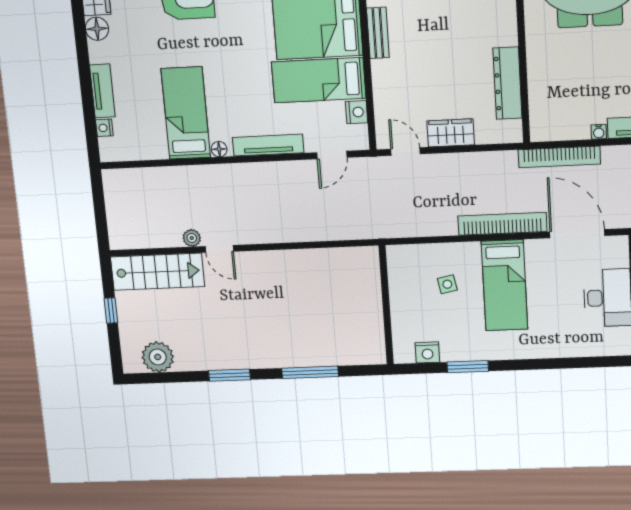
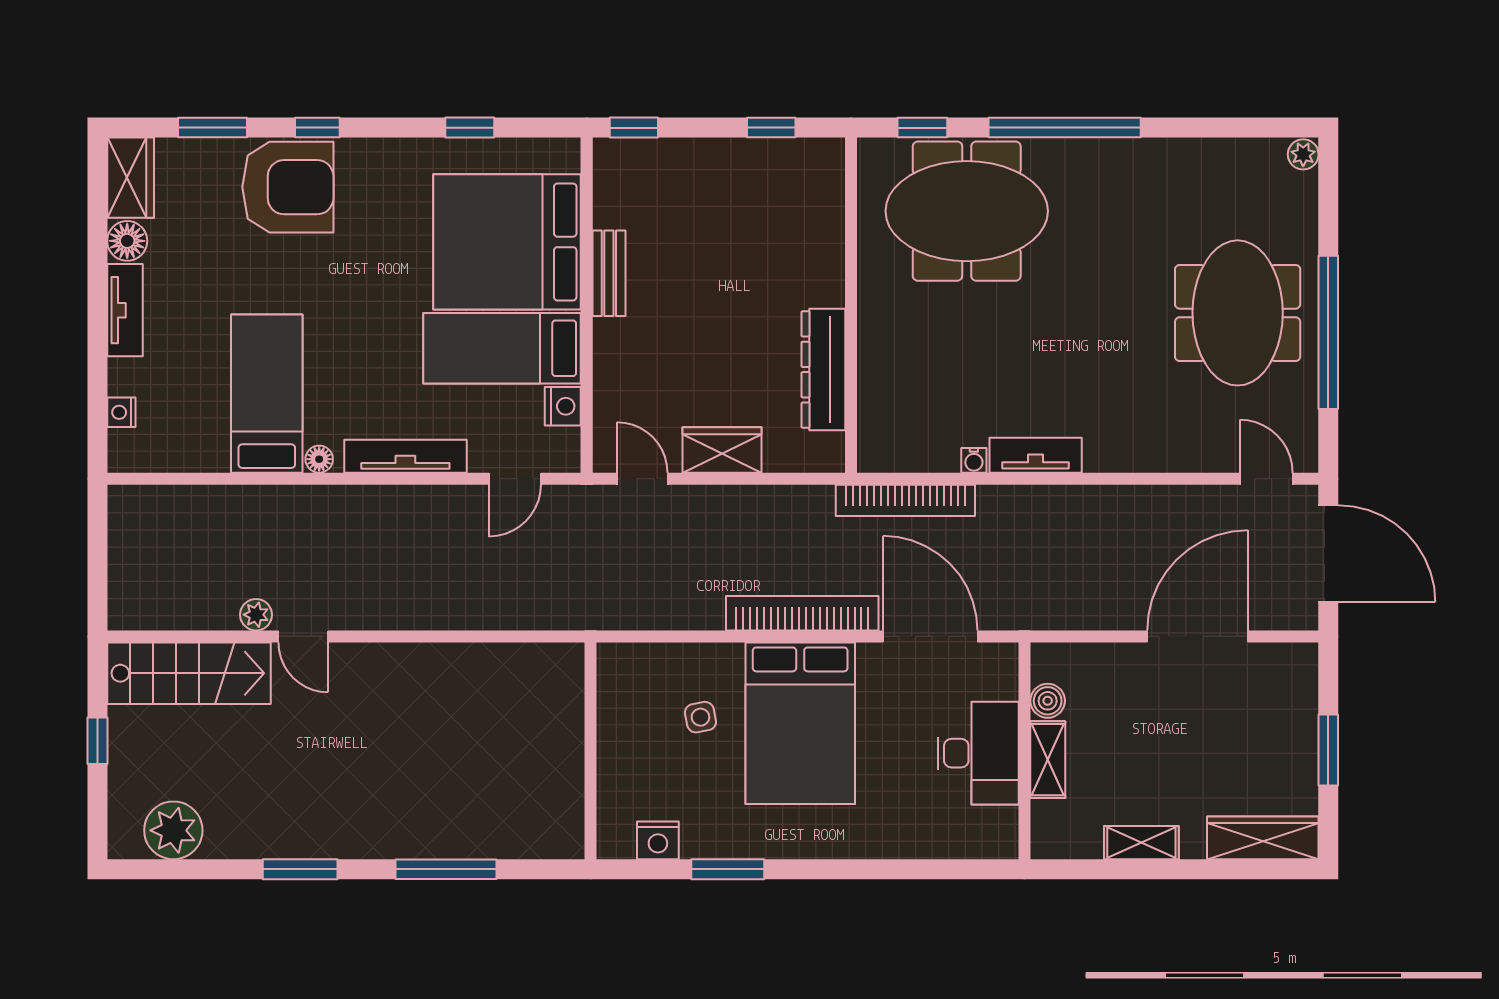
tv unit: (102, 91) -> (125, 310), moved
bed: (504, 285) -> (800, 723), width x1.50

